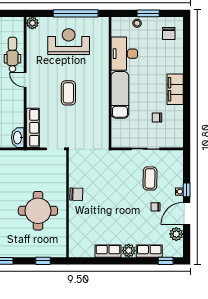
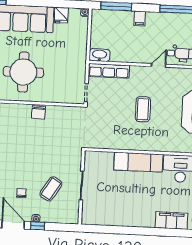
filing cabinet: (175, 89) -> (171, 221), moved
coffee table: (68, 93) -> (143, 109), turned 90
chair: (157, 117) -> (113, 199), removed
coffee table: (150, 178) -> (51, 189), turned -59

